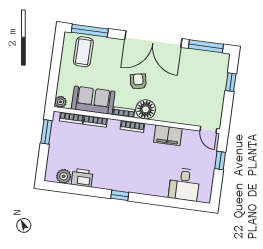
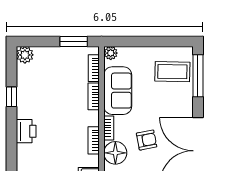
plant: (64, 176) -> (25, 55), moved
printer: (82, 178) -> (26, 131), moved
window: (120, 195) -> (11, 97), moved

